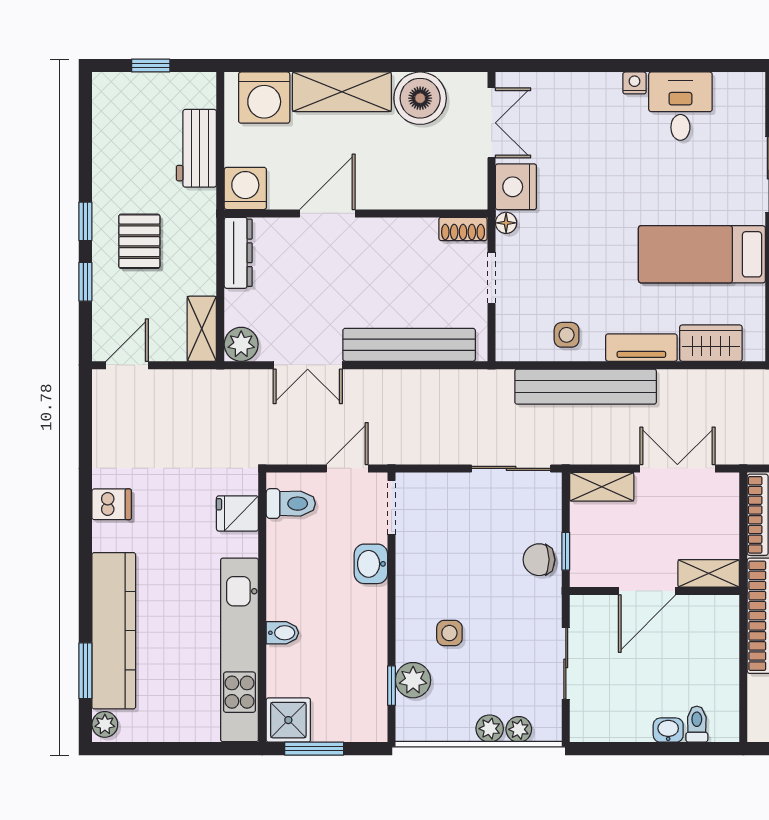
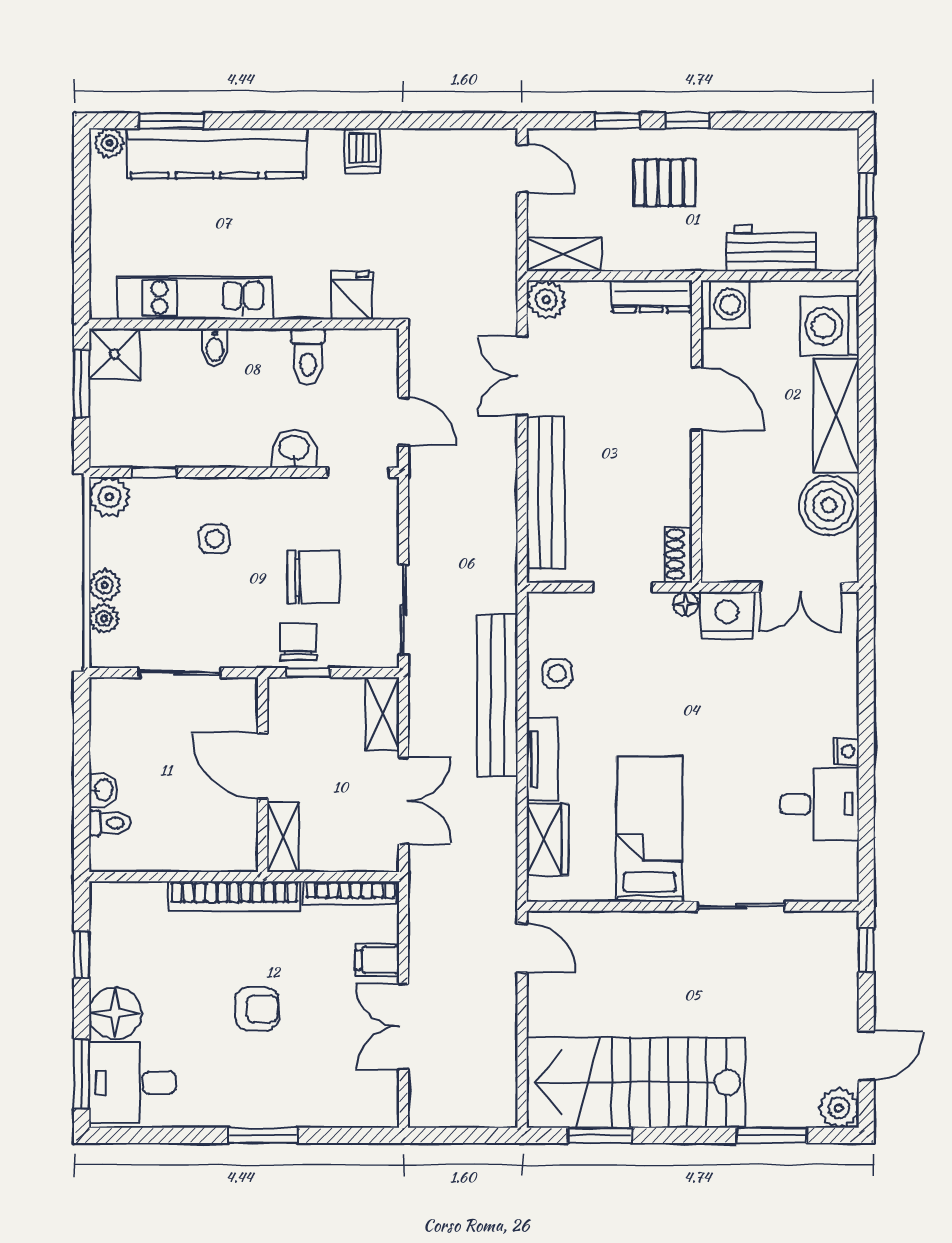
toilet: (291, 504) -> (308, 357), moved
chair: (483, 547) -> (314, 577), added
kitchen unit: (239, 650) -> (195, 298), width x0.73
plant: (413, 680) -> (109, 497), moved

